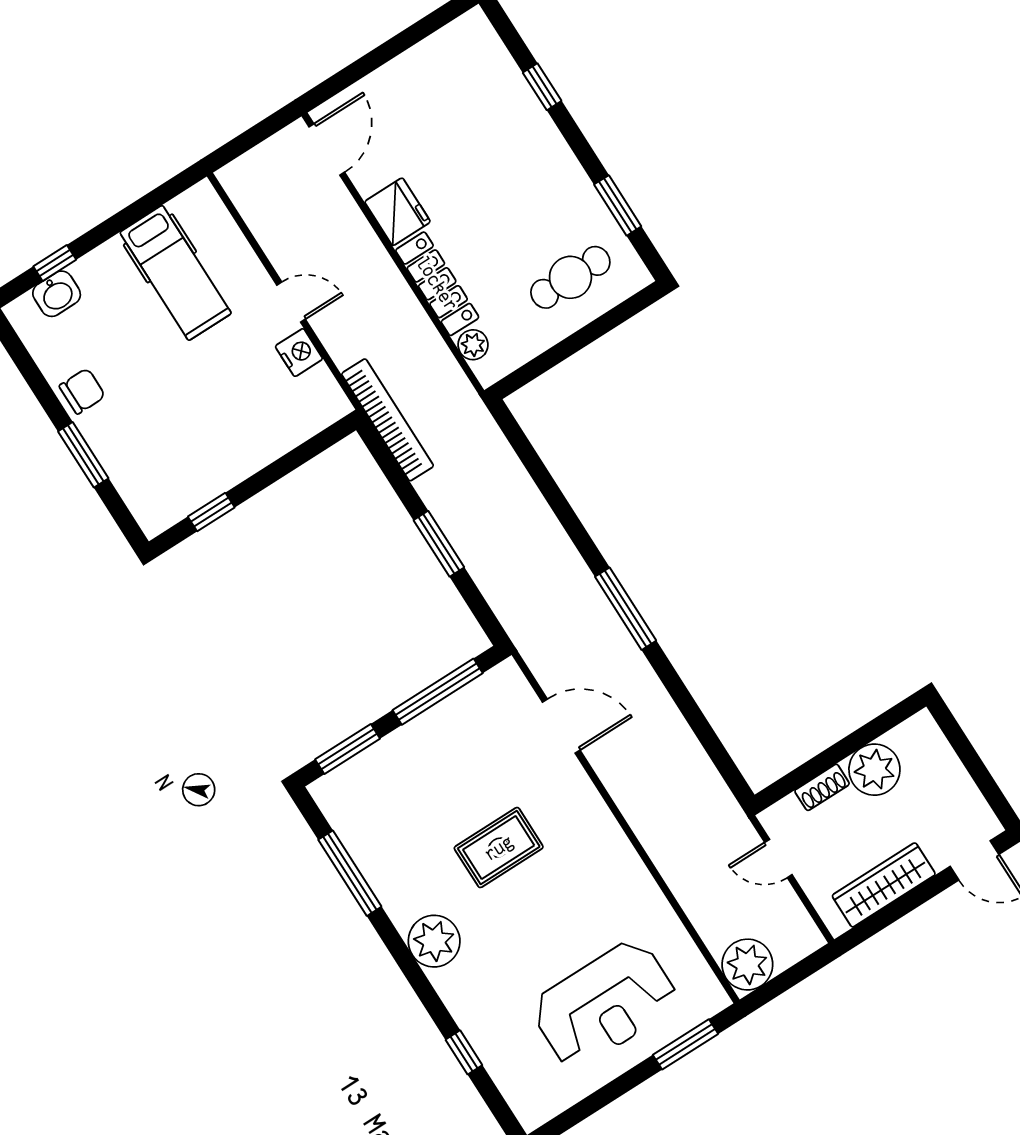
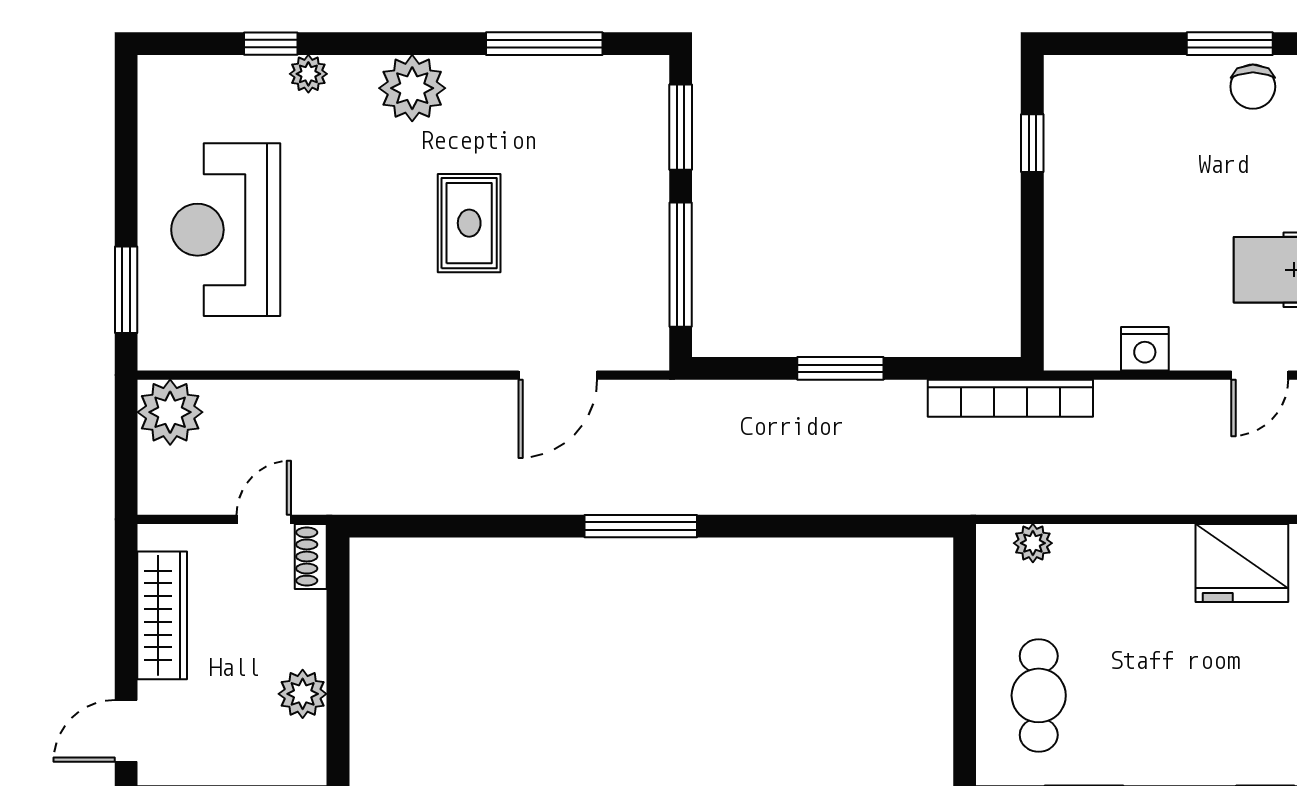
fridge: (398, 212) -> (1242, 563), width x1.36, depth x1.34
locker: (437, 284) -> (1124, 546), removed
door: (291, 302) -> (1260, 375), moved
window: (83, 455) -> (1230, 44), moved
plant: (874, 770) -> (303, 694), width x0.73, depth x0.73
shoe rack: (822, 787) -> (311, 557), moved
plant: (468, 1015) -> (308, 74), added

